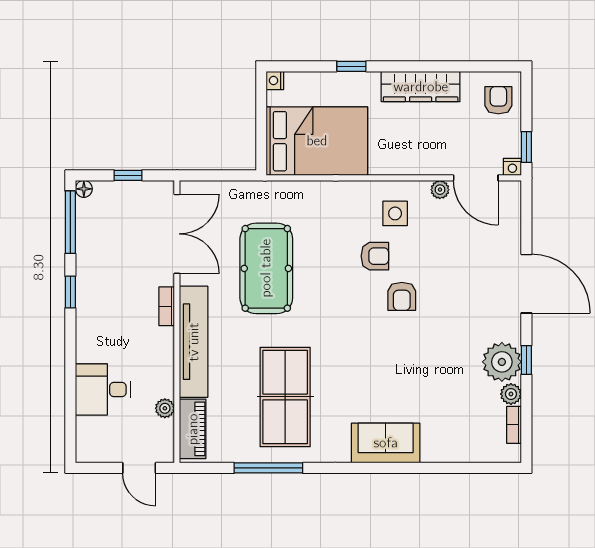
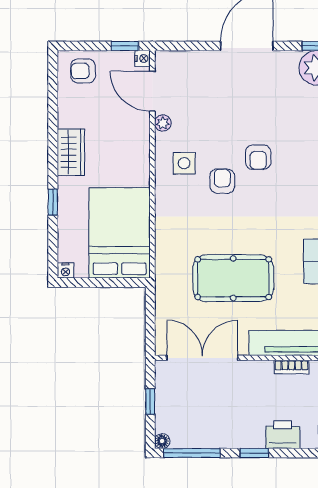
wardrobe: (421, 87) -> (71, 152), width x0.67
door: (476, 178) -> (152, 91), swing flipped
armchair: (402, 296) -> (258, 157), turned 90
bookcase: (167, 306) -> (292, 367), moved
printer: (91, 324) -> (283, 435), added

